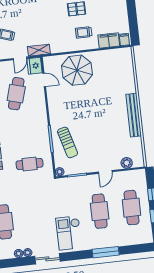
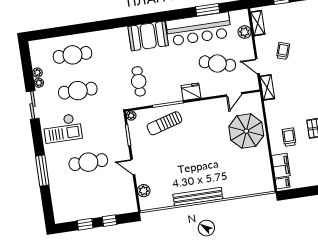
fridge: (35, 66) -> (191, 92), moved
cafe table: (131, 208) -> (78, 91), moved
checkout: (69, 233) -> (62, 128), turned 180

